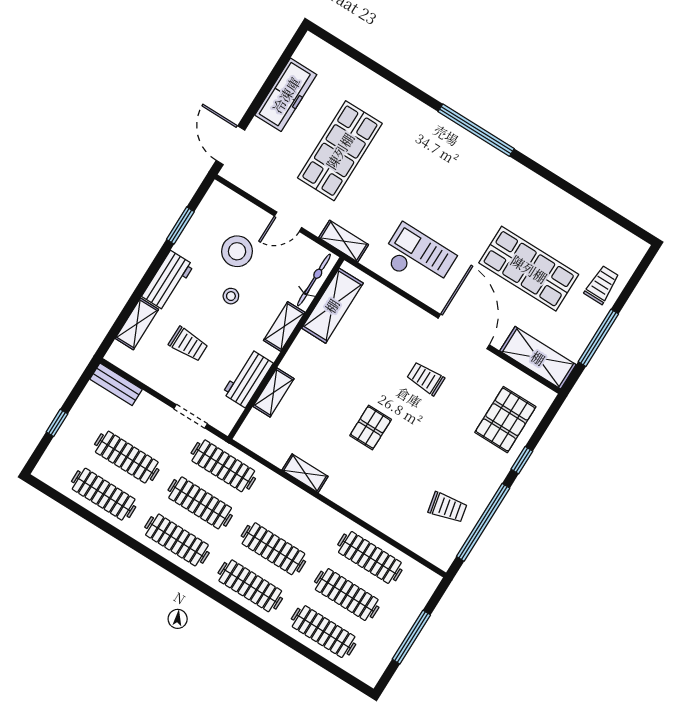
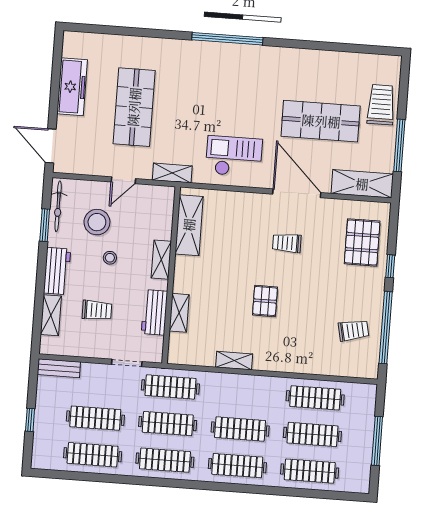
bicycle: (314, 280) -> (58, 206), moved, turned 180
trolley: (602, 285) -> (381, 105), width x1.36, depth x1.39

